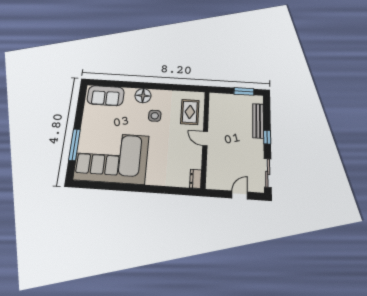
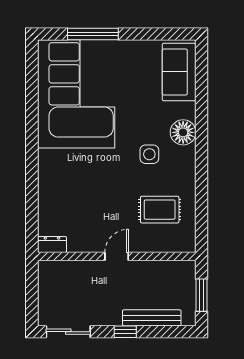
wall: (205, 138) -> (117, 256), moved
door: (205, 139) -> (117, 256), moved
dresser: (196, 179) -> (52, 244), moved
door: (240, 195) -> (32, 290), removed

